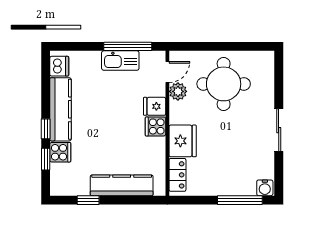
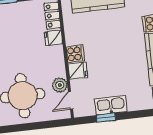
window: (128, 46) -> (106, 118), width x0.46
fridge: (183, 141) -> (53, 38), width x0.53, depth x0.75

